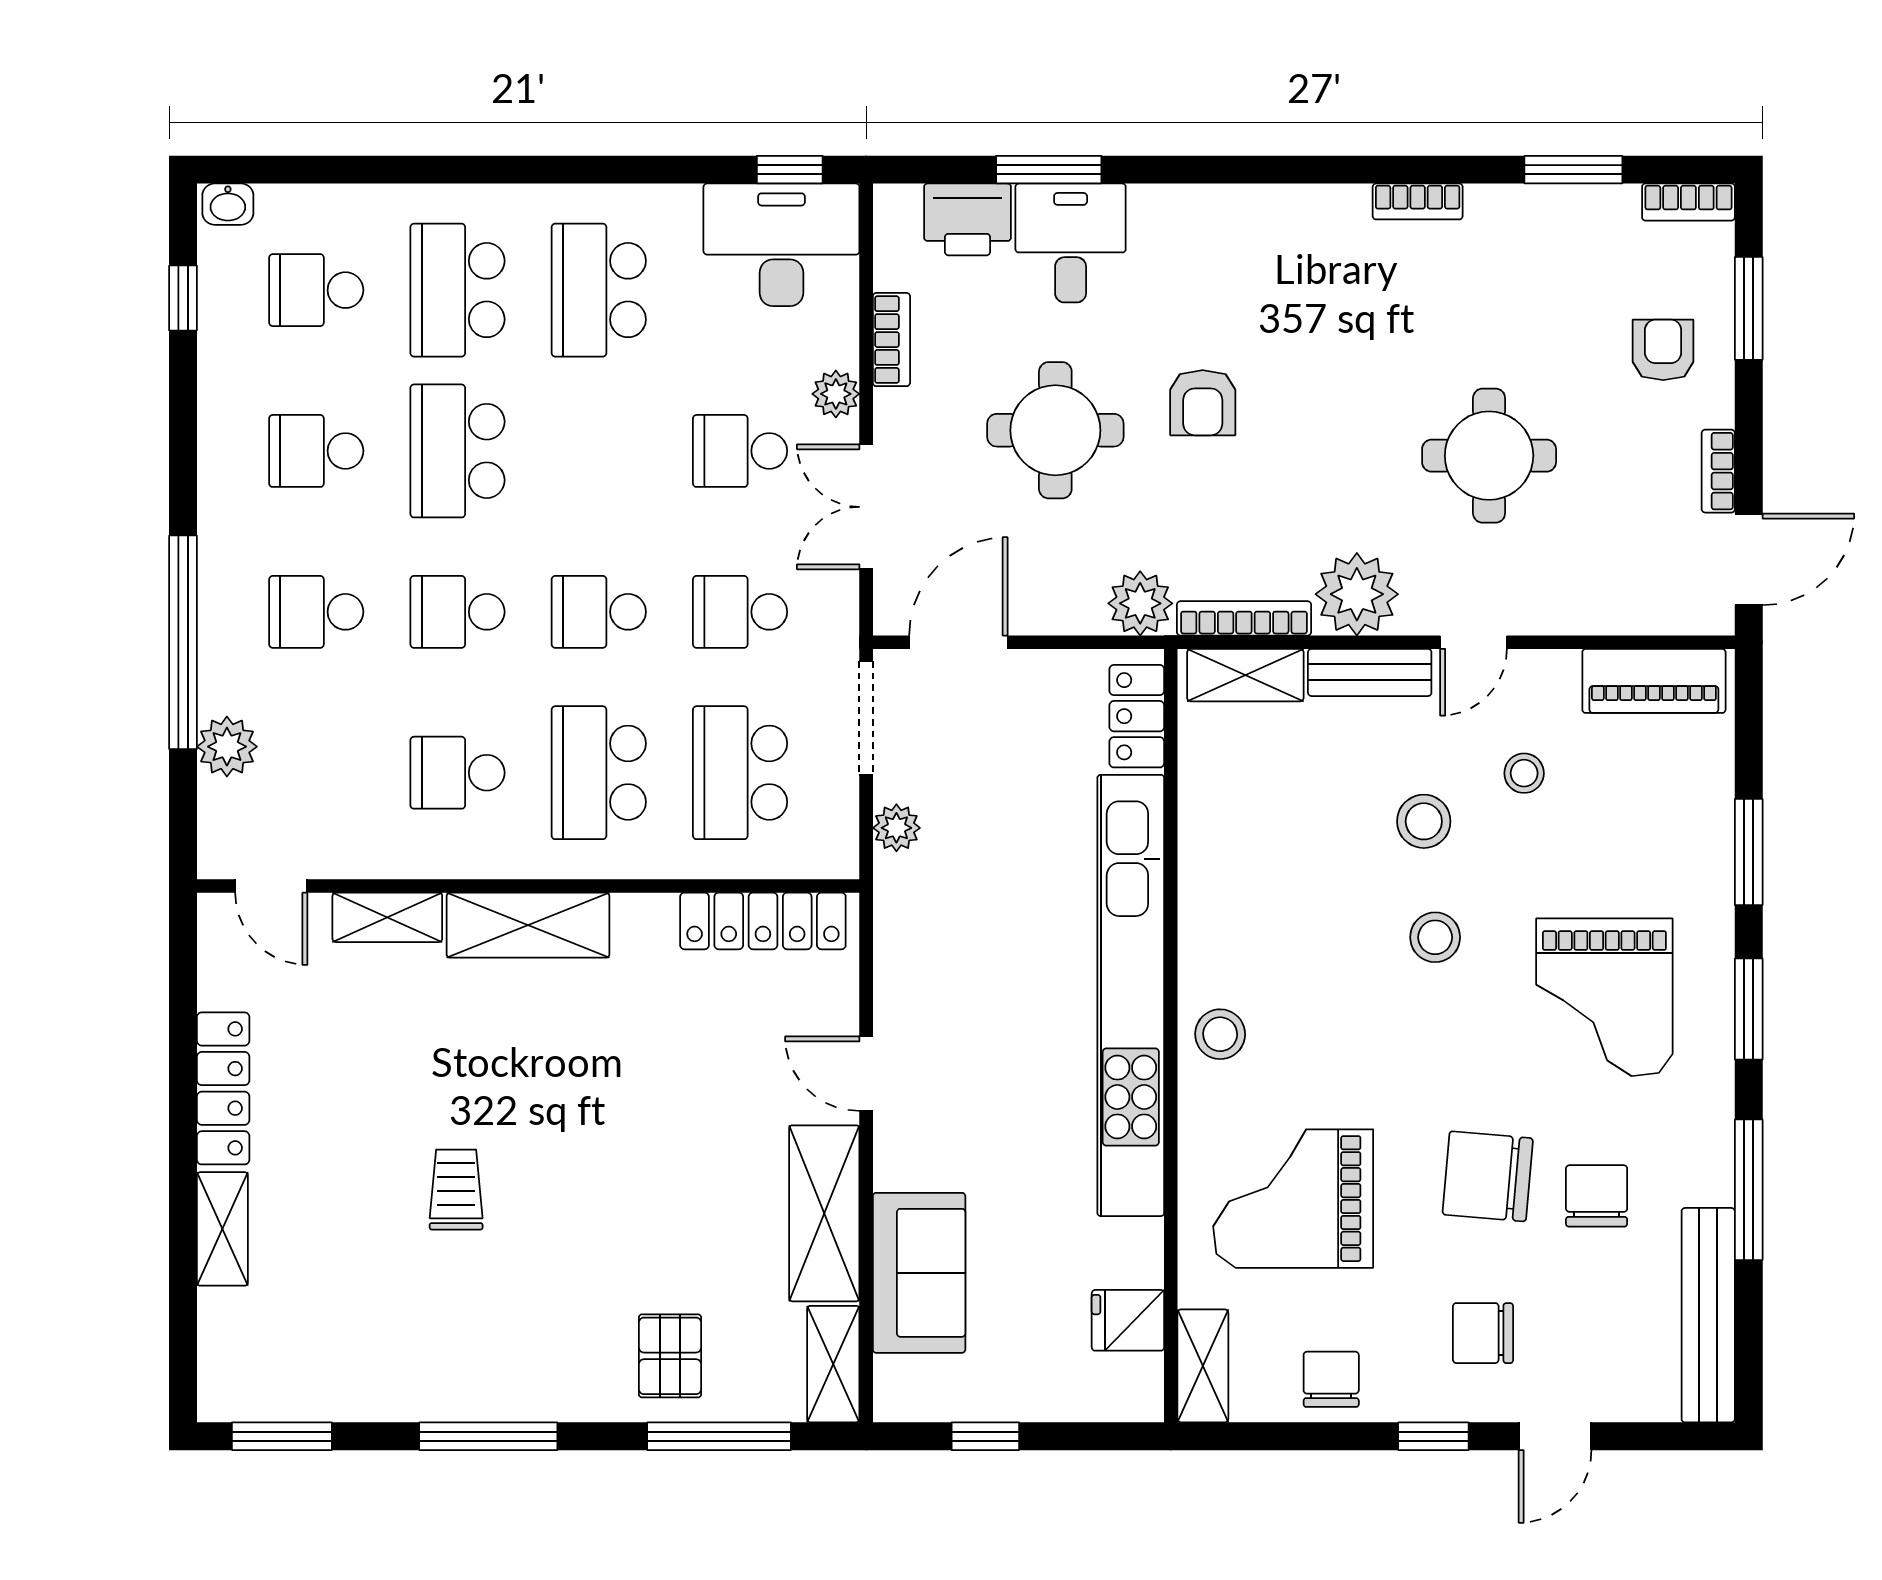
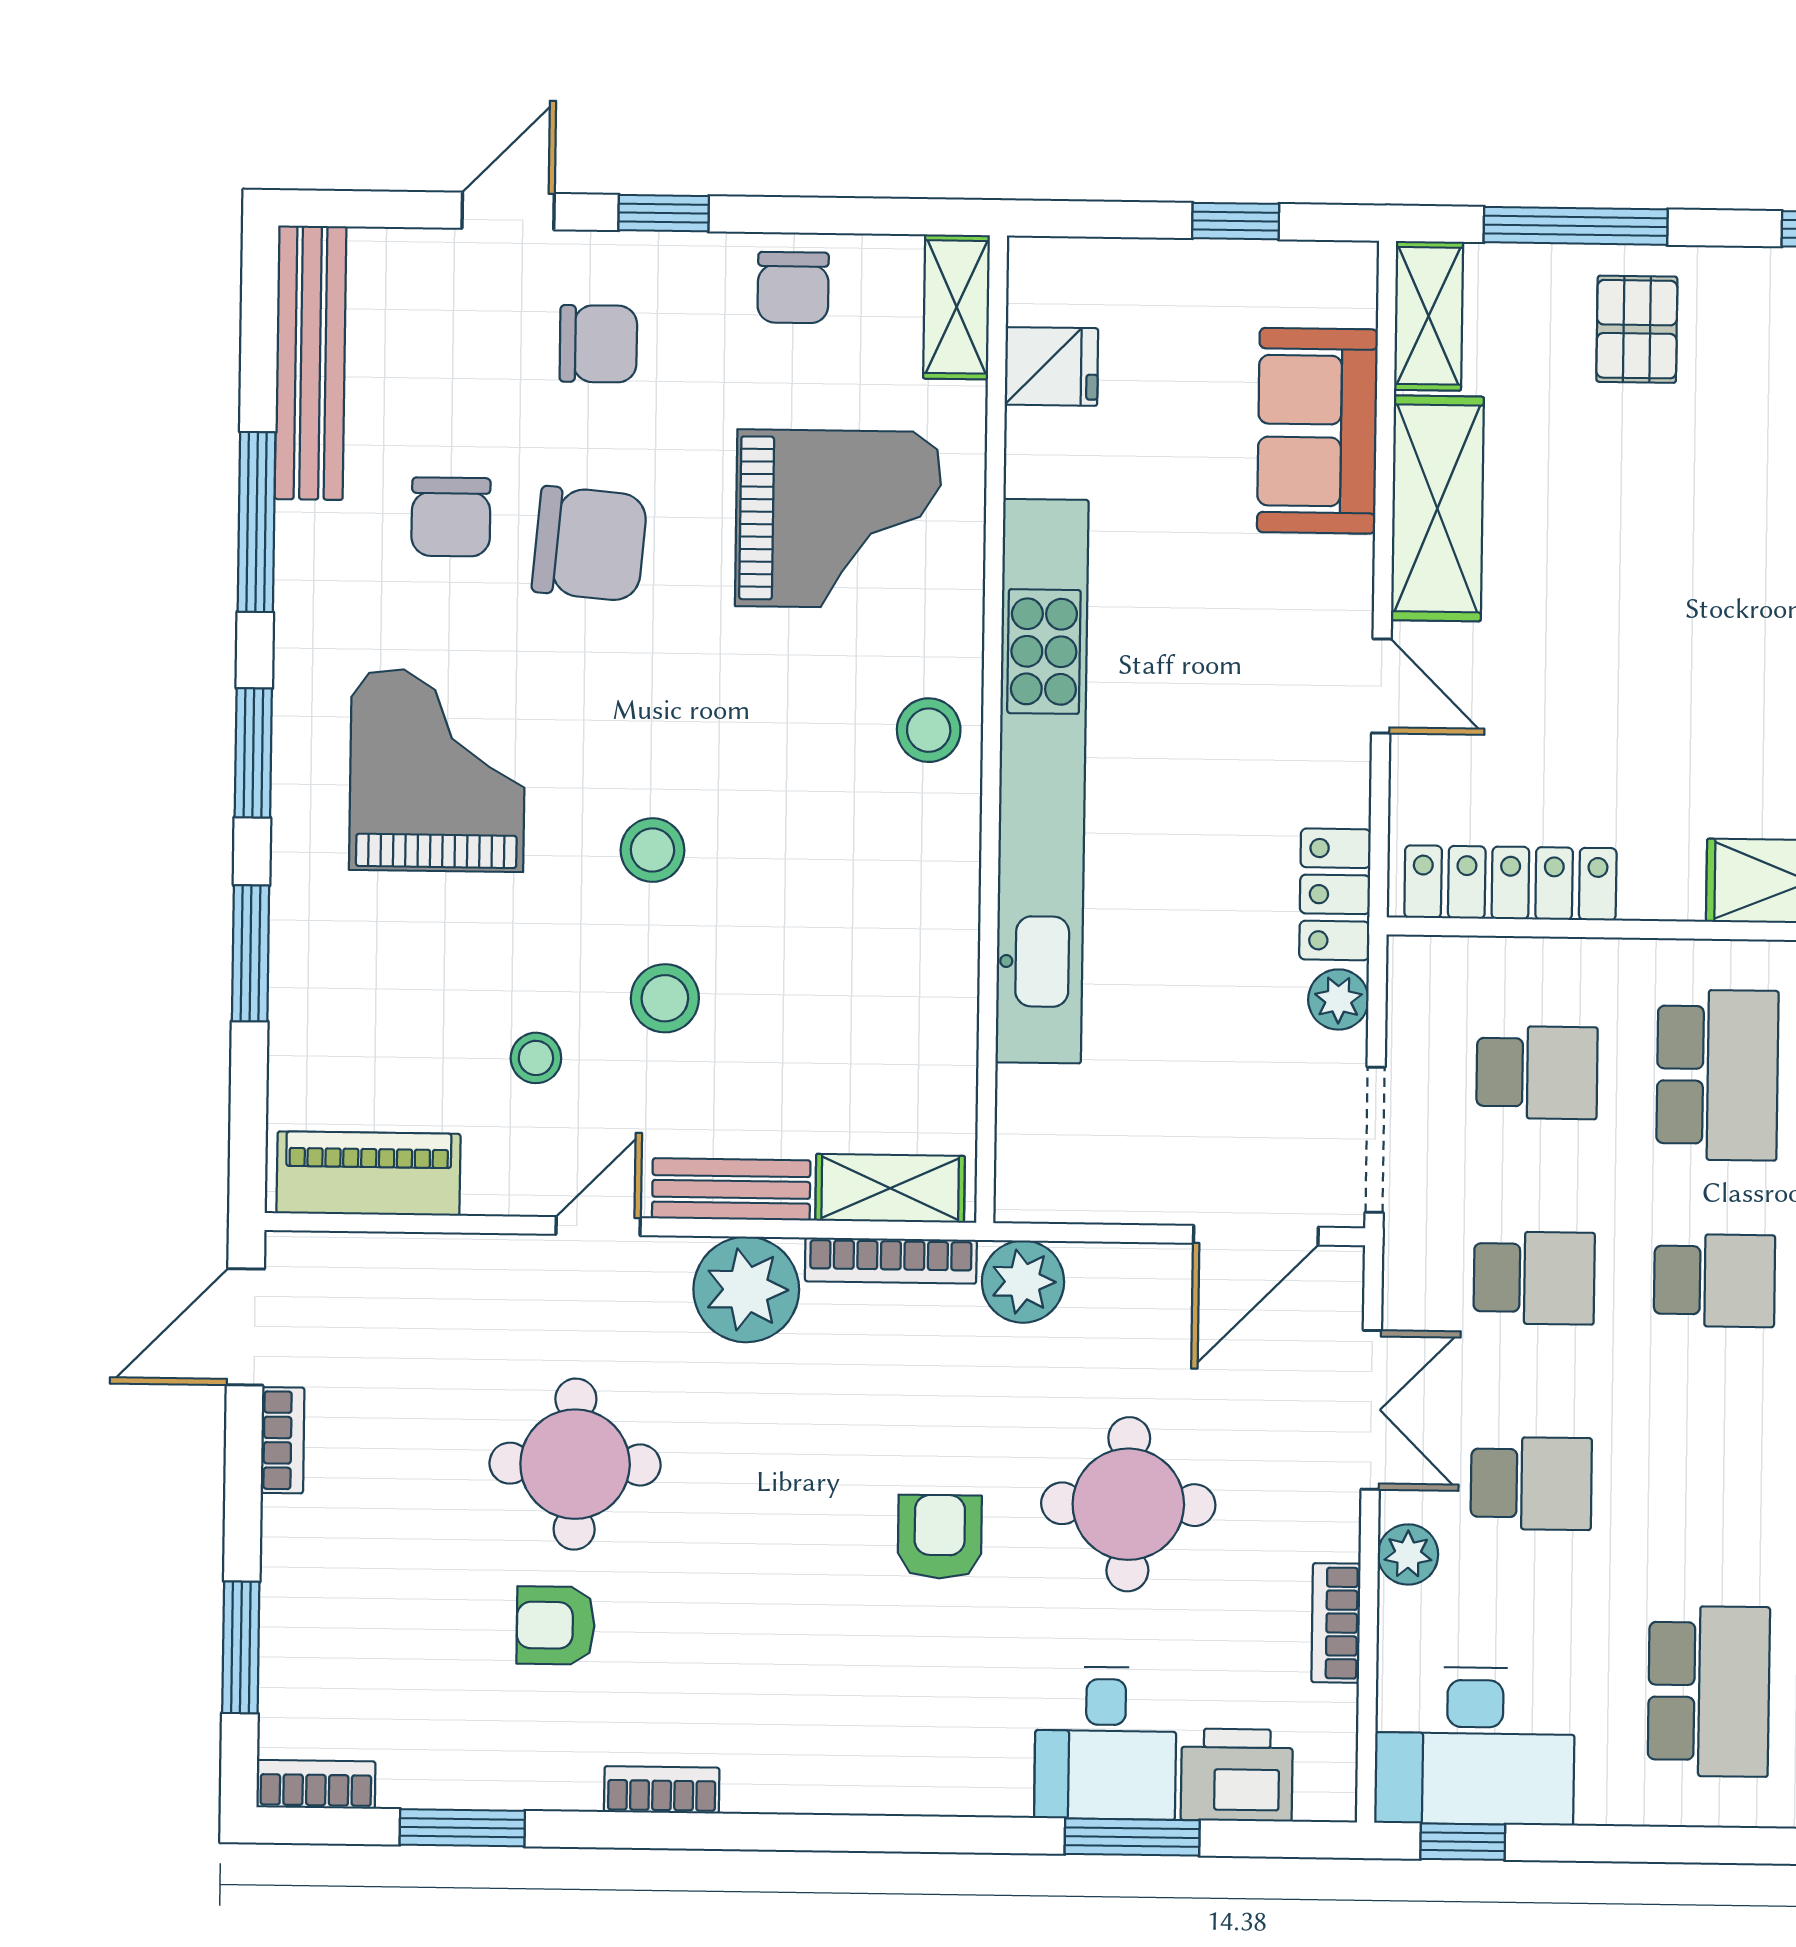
armchair: (1663, 350) -> (556, 1625), moved, turned 90
locker: (1137, 716) -> (1335, 894), moved, turned 180
school desk: (740, 773) -> (1537, 1073), width x0.54

